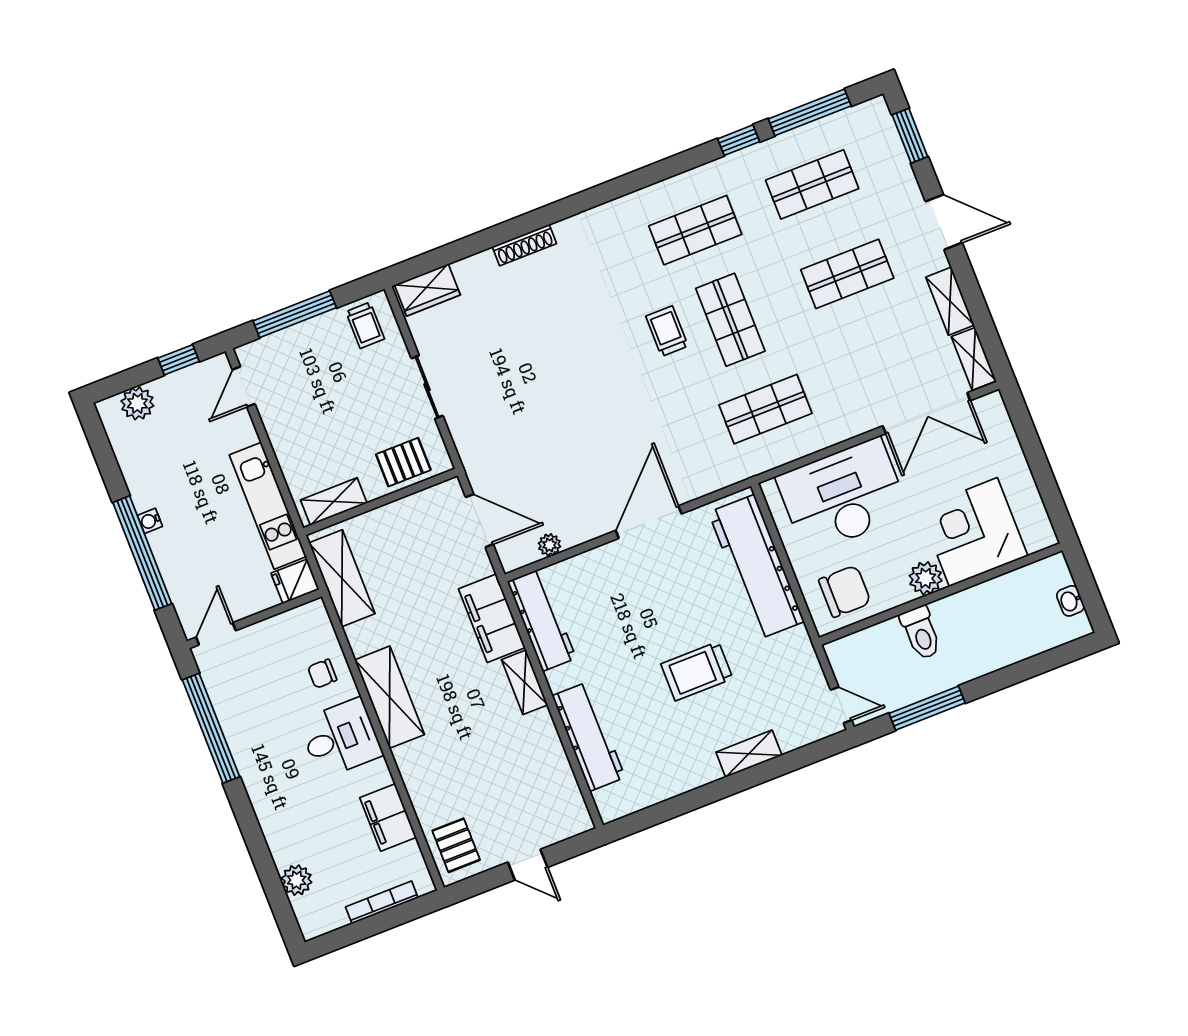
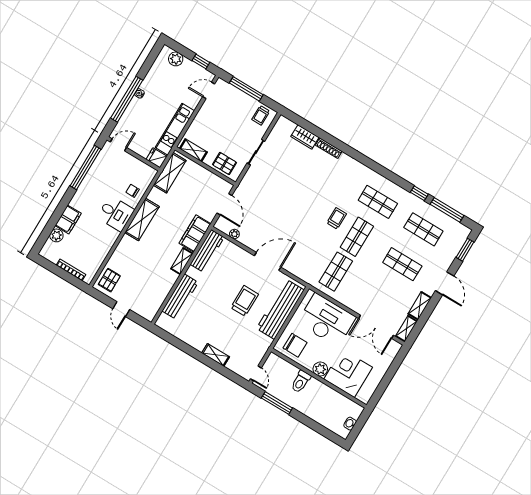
wardrobe: (427, 290) -> (305, 137), moved
shop shelf: (765, 409) -> (336, 272), turned 90
trolley: (697, 671) -> (245, 301), moved, turned 90
filing cabinet: (388, 818) -> (68, 219), moved, turned 180

